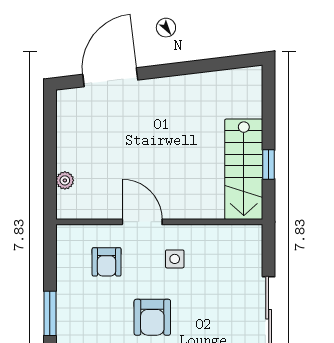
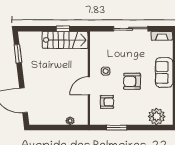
window: (213, 65) -> (18, 54), added
window: (50, 313) -> (117, 128), moved
armchair: (152, 317) -> (132, 81), turned 180

